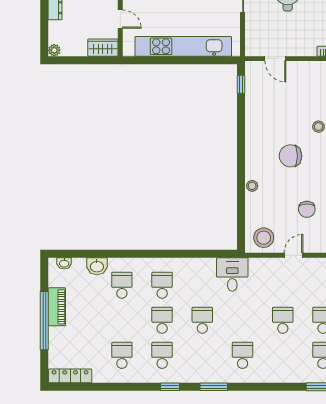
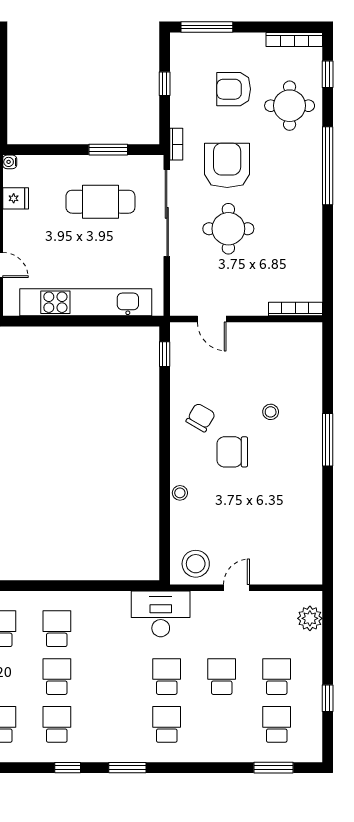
chair: (307, 209) -> (201, 418), moved, turned -150
desk: (232, 274) -> (161, 614), width x1.37
school desk: (202, 320) -> (167, 677), moved

